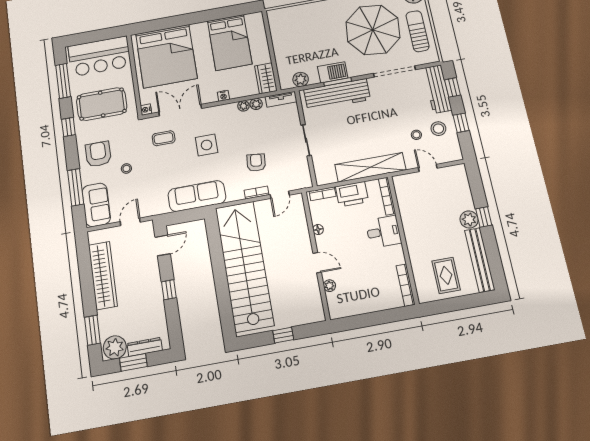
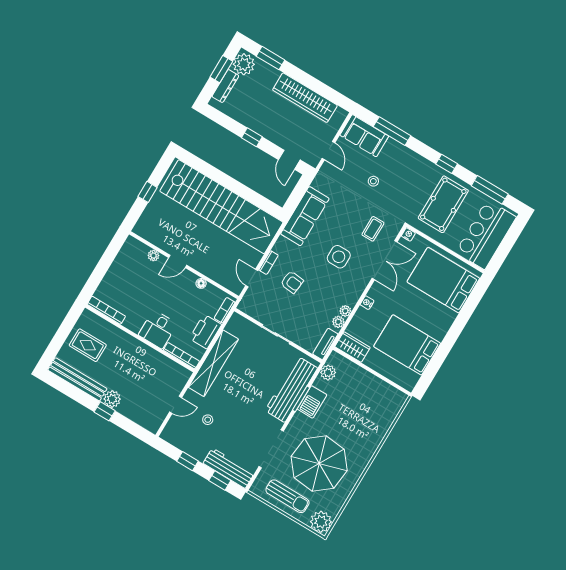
bed: (166, 56) -> (443, 280), width x0.73
stool: (438, 129) -> (198, 440), removed
armchair: (98, 154) -> (404, 169), removed

